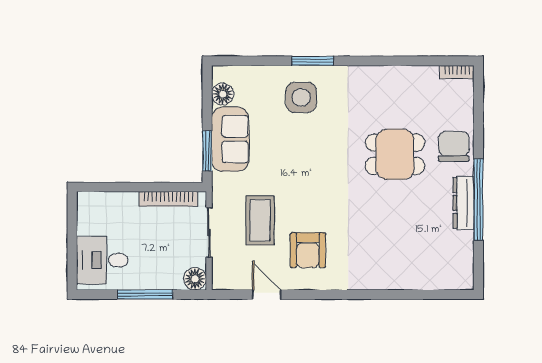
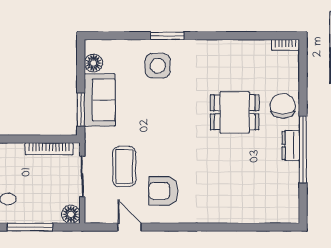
dresser: (463, 203) -> (291, 146), width x0.70
armchair: (308, 250) -> (163, 191), turned 90

